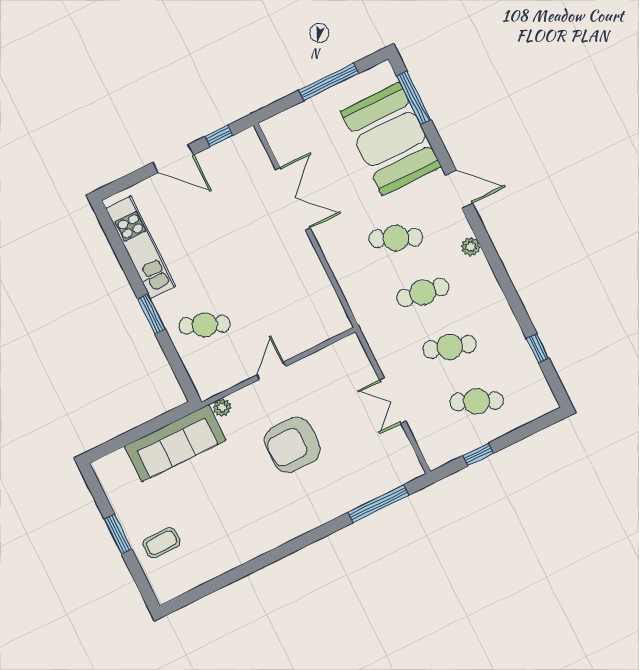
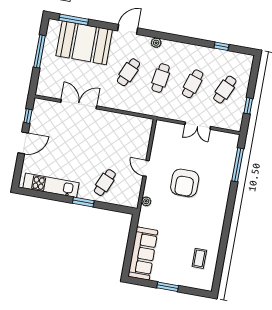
sofa: (175, 443) -> (143, 253), moved
coffee table: (161, 543) -> (199, 258), moved

